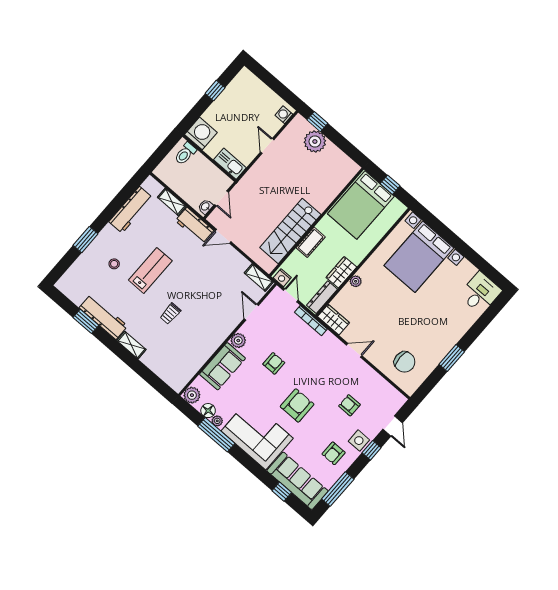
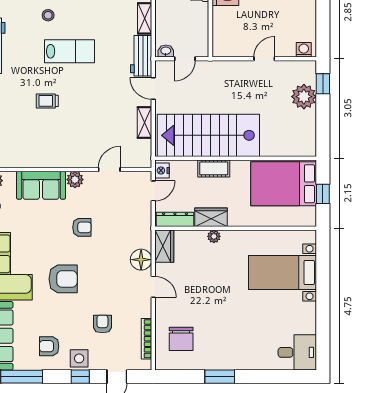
kitchen sink: (230, 164) -> (221, 40), removed
stairs: (290, 231) -> (208, 135), width x1.36, depth x1.51
bed with nightstands: (419, 257) -> (282, 272), width x0.73
shelving: (259, 278) -> (145, 122), moved
bookcase: (311, 321) -> (146, 339), moved
floor lamp: (329, 343) -> (141, 260), added

